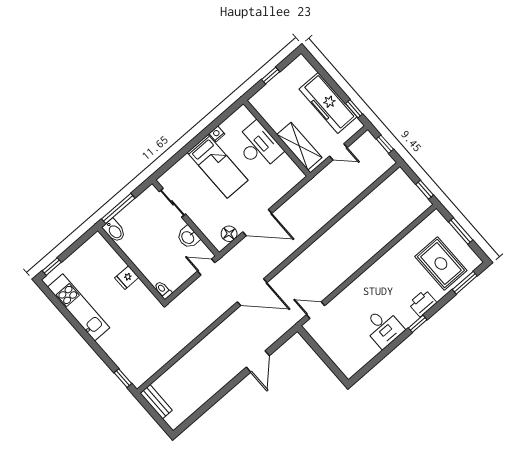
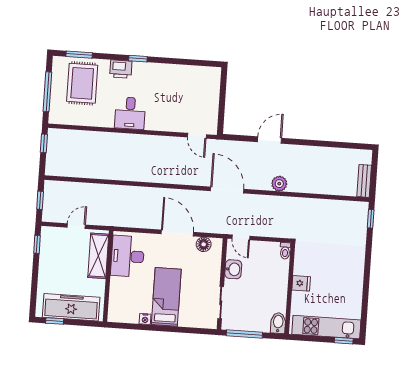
window: (271, 76) -> (55, 321), moved
freezer: (328, 103) -> (71, 307), moved, turned -90
desk: (258, 146) -> (127, 256), moved
door: (338, 152) -> (76, 226), hinge flipped
window: (118, 208) -> (244, 334), moved
window: (461, 231) -> (47, 92), width x1.44
kitchen unit: (79, 307) -> (326, 327), moved, turned 90
desk: (383, 328) -> (130, 113), moved, turned 180
plant: (218, 336) -> (279, 184), added

